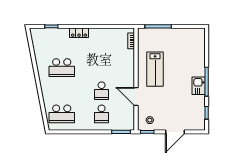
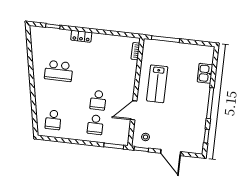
kitchen sink: (199, 86) -> (205, 73), moved
door: (136, 96) -> (134, 110), hinge flipped
school desk: (62, 114) -> (53, 120), width x0.54
door: (175, 132) -> (171, 152), hinge flipped

